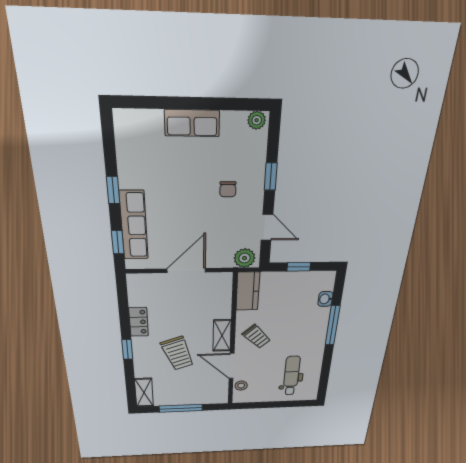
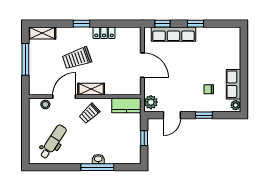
row of seats: (192, 123) -> (234, 84), moved
chair: (228, 189) -> (209, 89), moved
washbasin: (325, 299) -> (98, 159), moved
dental chair: (291, 376) -> (53, 142), turned -57

